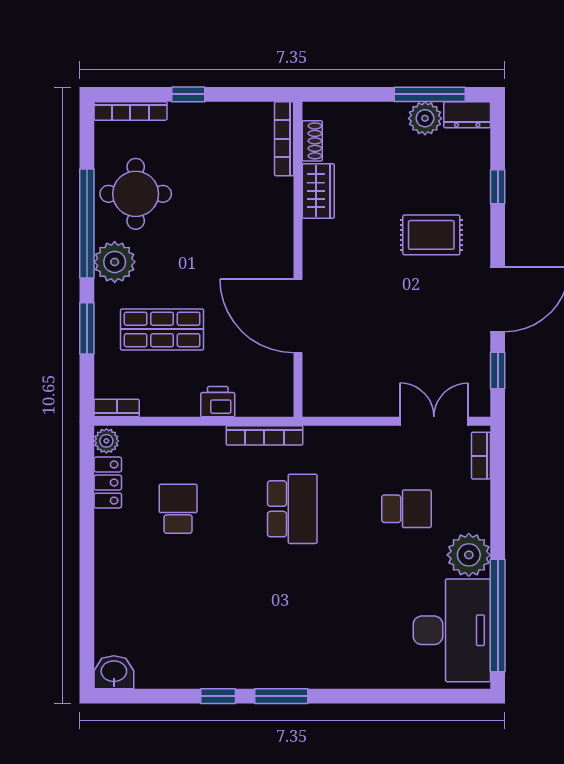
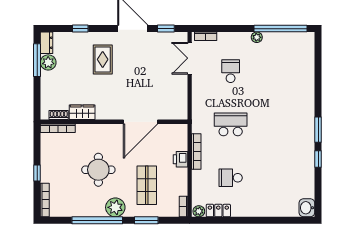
round table: (136, 194) -> (98, 170), moved
bookcase: (264, 435) -> (196, 152), moved
plant: (469, 555) -> (257, 37), width x0.53, depth x0.53
desk: (452, 630) -> (287, 50), removed

